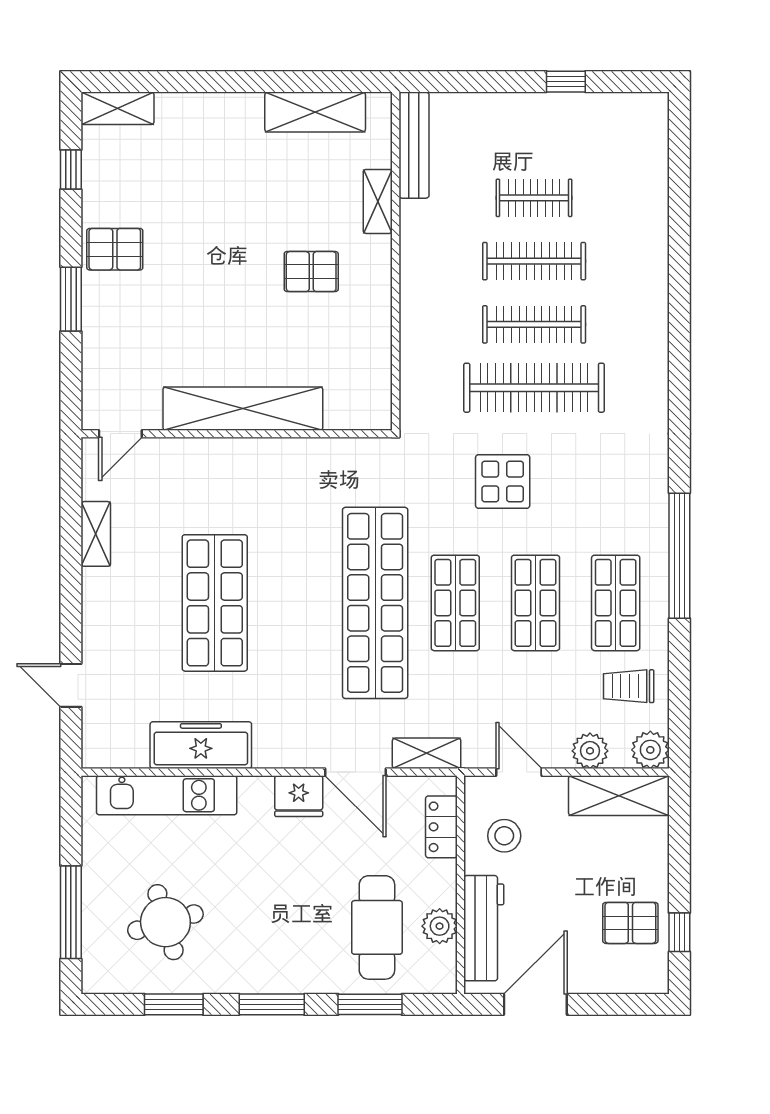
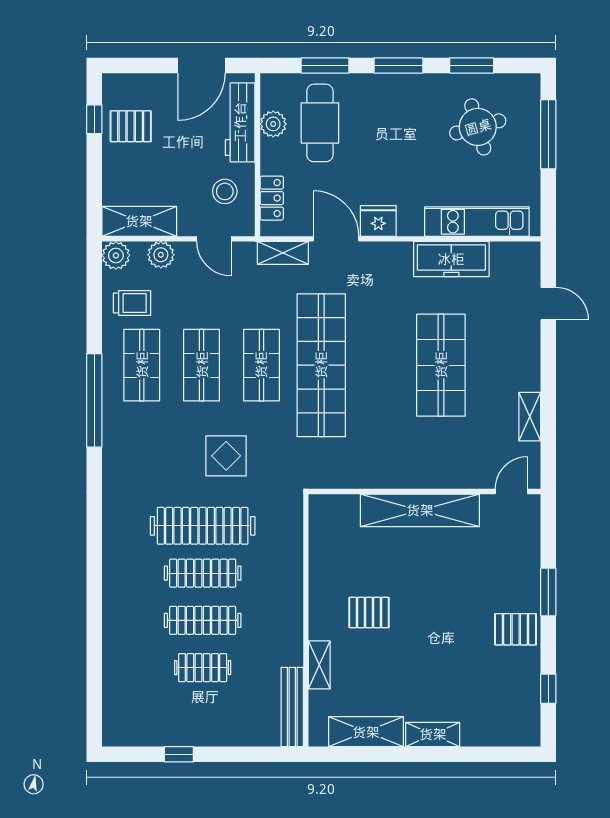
shelving: (117, 108) -> (433, 734), moved

